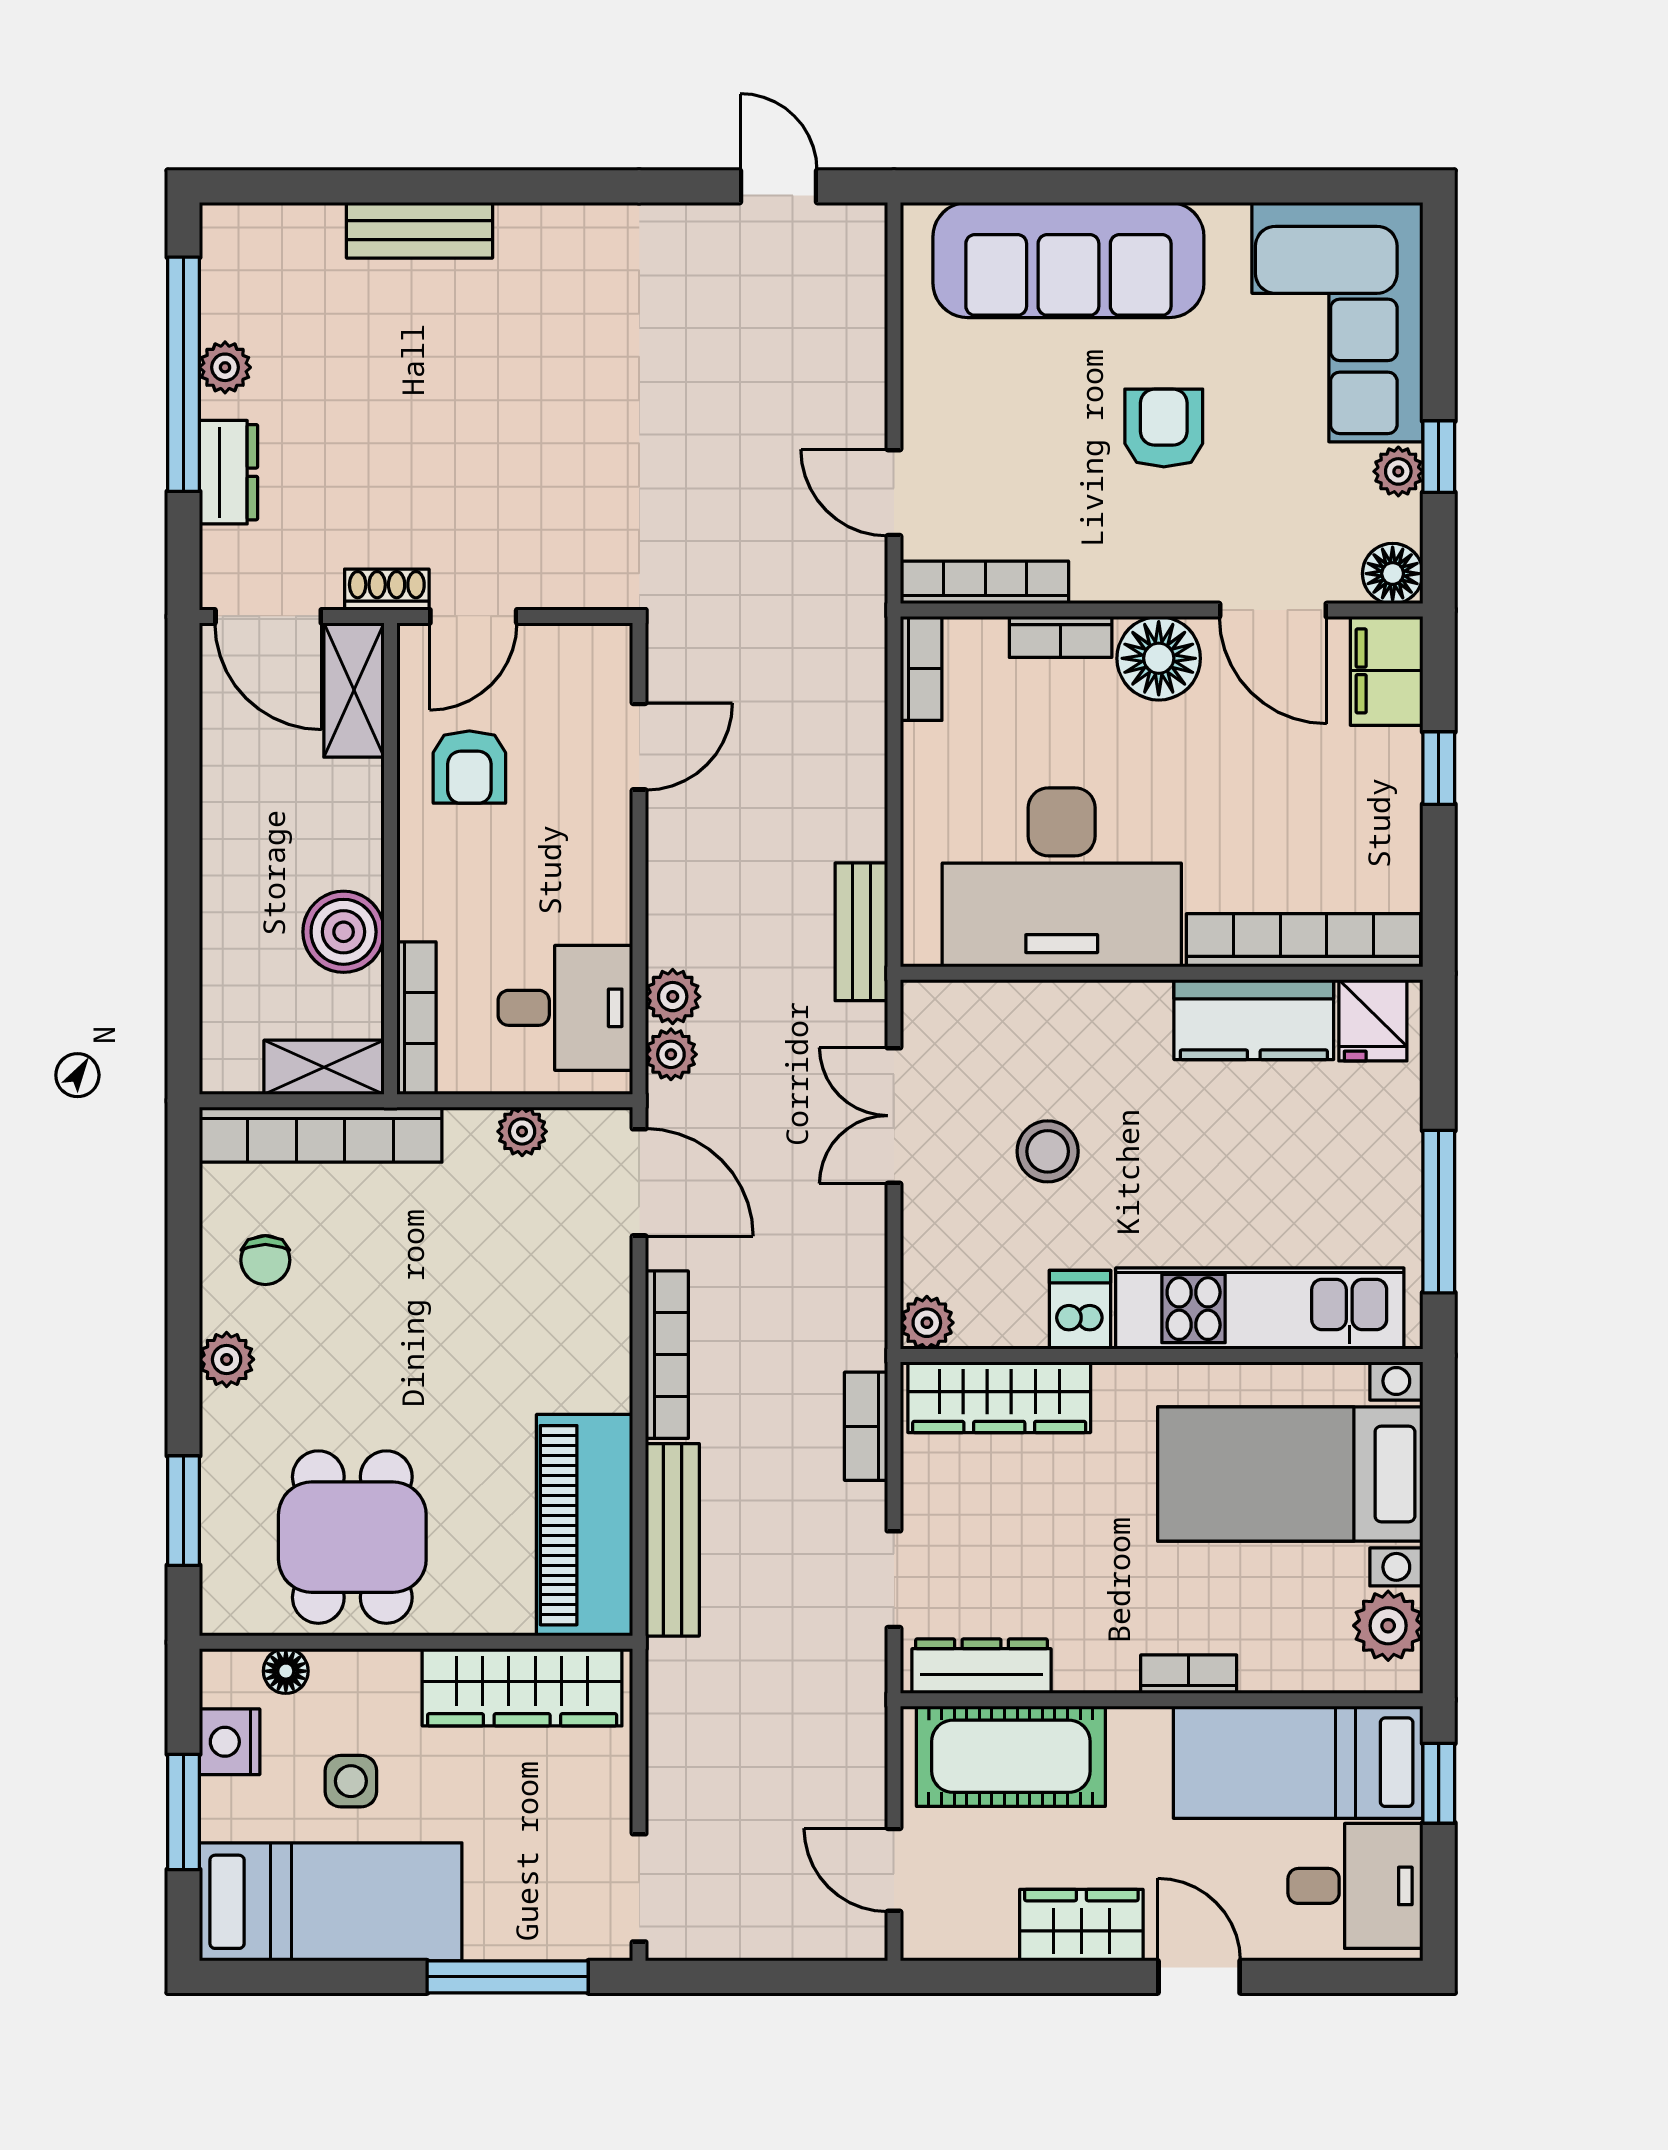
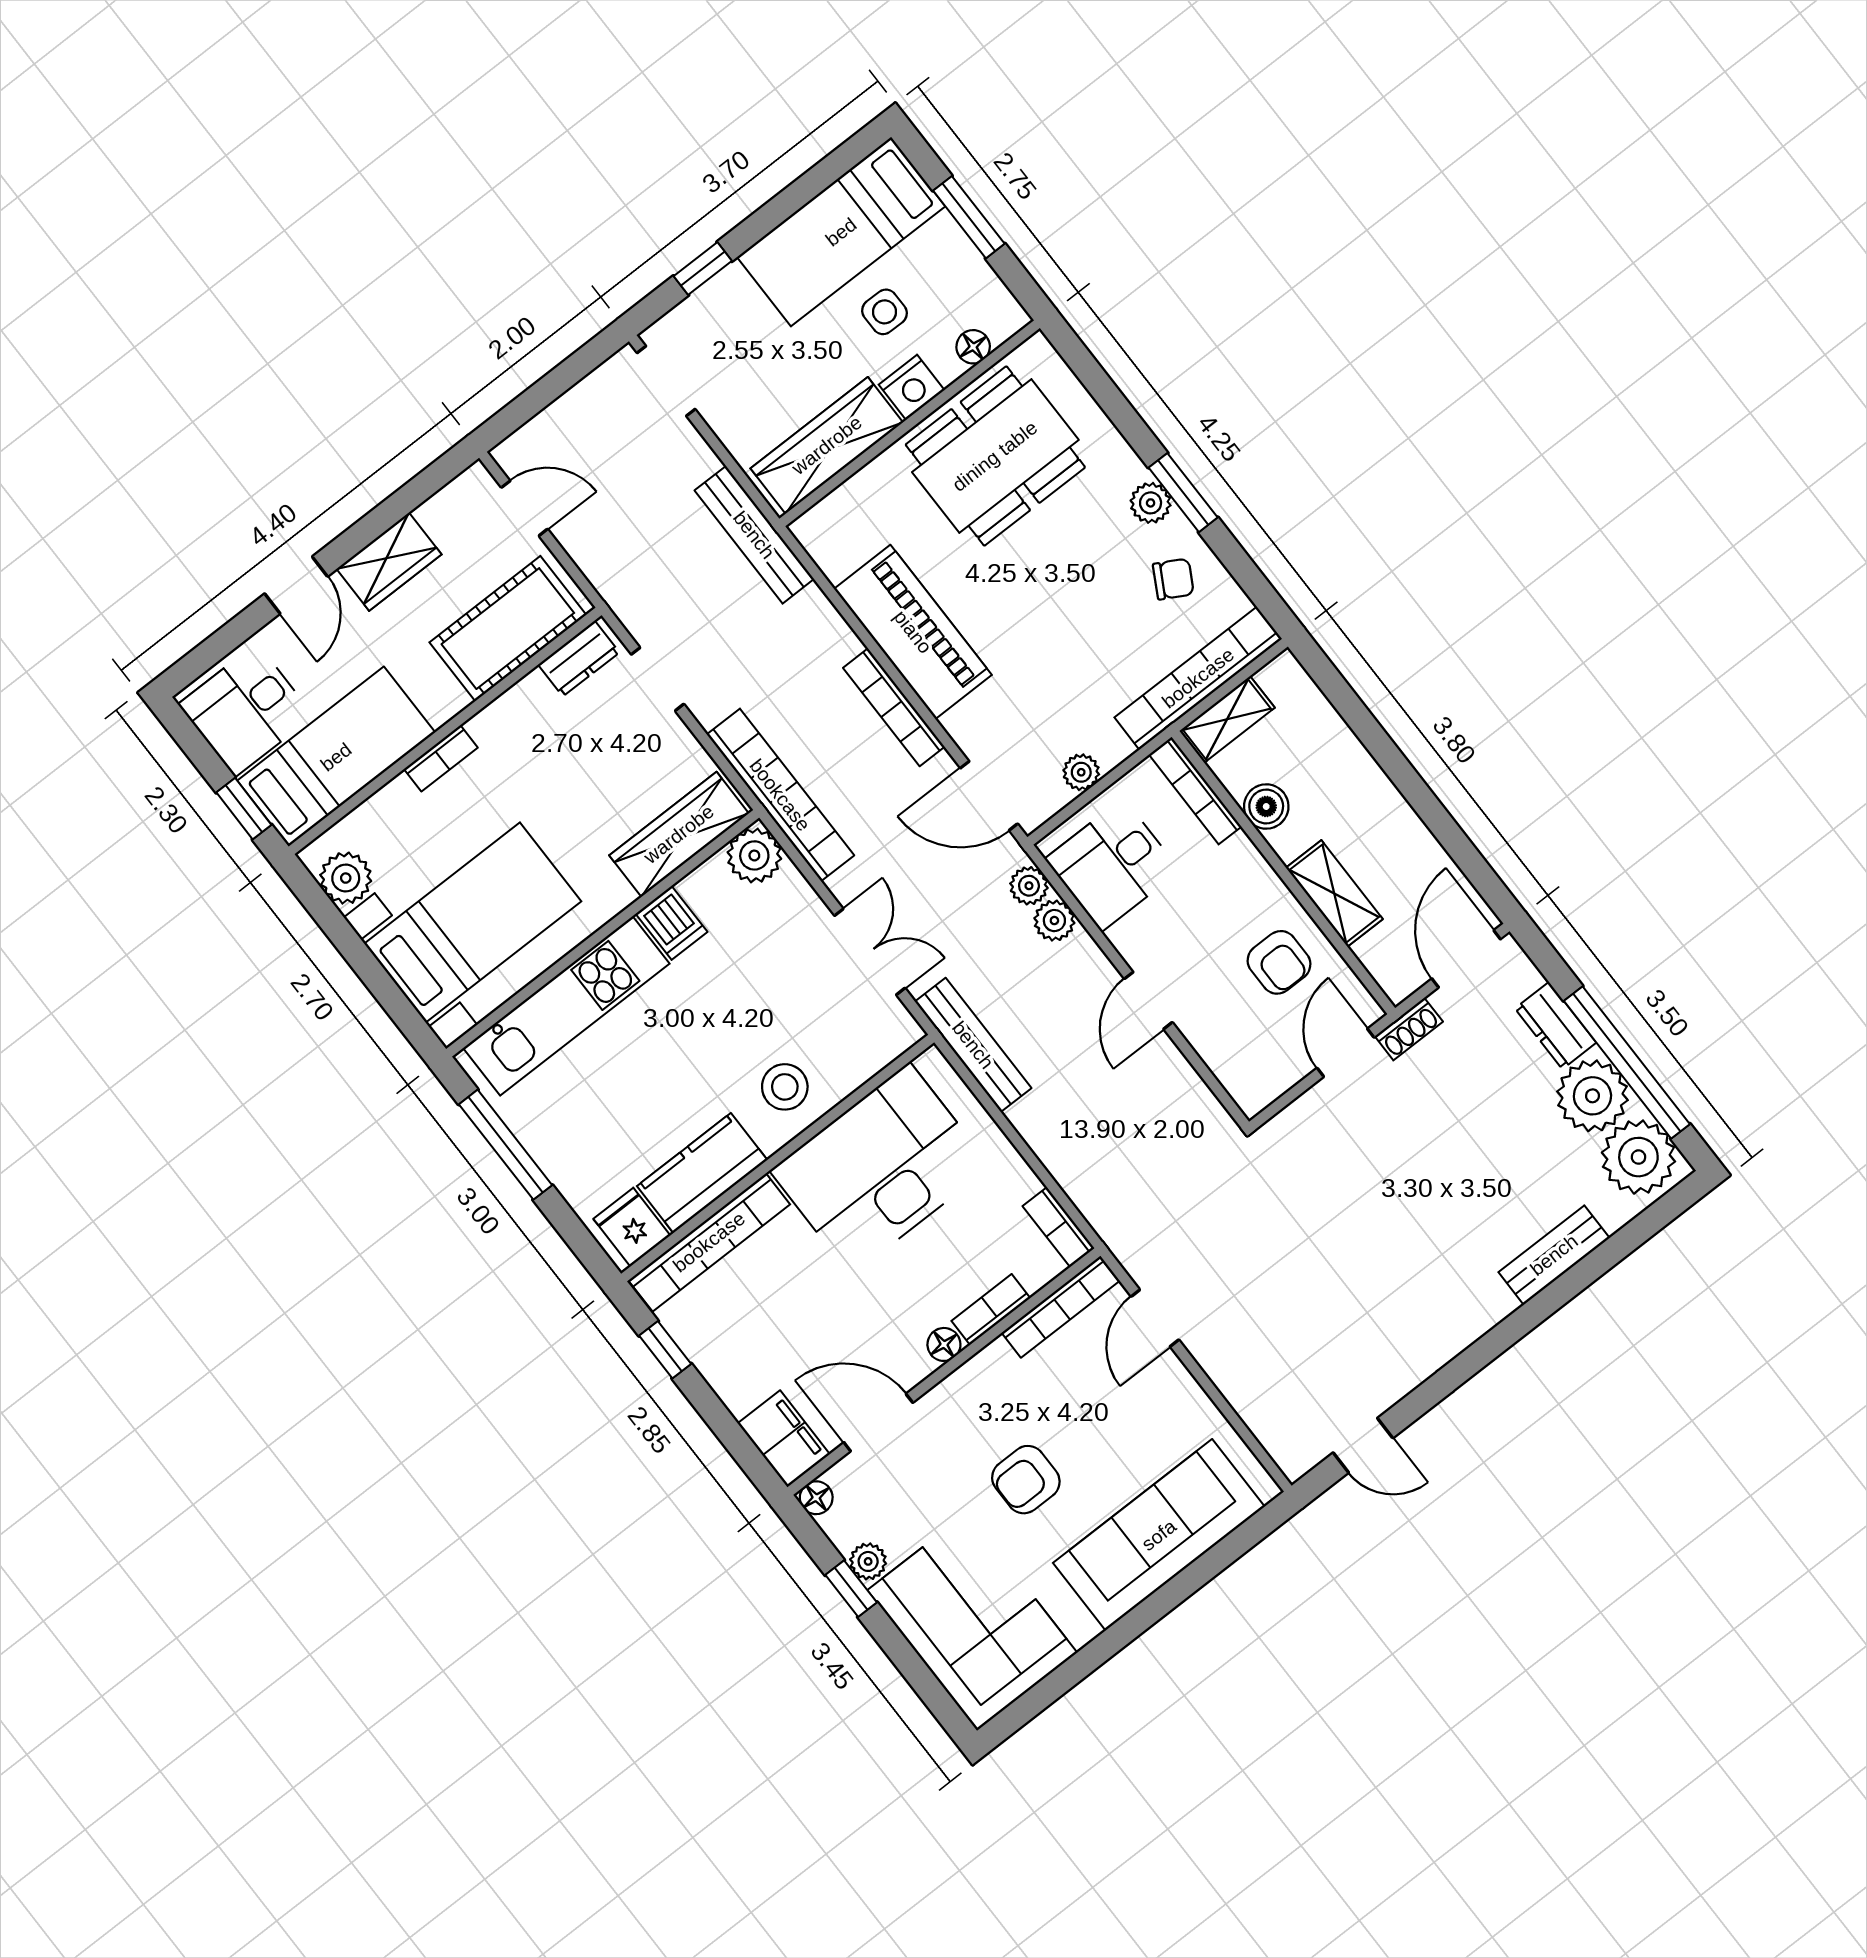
plant: (249, 265) -> (1638, 1157), added
plant: (225, 367) -> (1592, 1096), width x1.87, depth x1.87
armchair: (1164, 428) -> (1026, 1480), turned 90
door: (894, 493) -> (1155, 1318), swing flipped
floor lamp: (1393, 574) -> (816, 1498), width x0.73, depth x0.73
door: (268, 616) -> (1466, 959), hinge flipped
floor lamp: (1159, 658) -> (944, 1344), width x0.53, depth x0.53
shelving: (354, 690) -> (1334, 893), moved
door: (639, 747) -> (1148, 1001), moved
armchair: (469, 767) -> (1279, 962), turned 180
window: (1439, 768) -> (665, 1350), moved
boiler: (344, 932) -> (1266, 807), width x0.73, depth x0.73
bench: (861, 932) -> (973, 1045), width x1.36
stool: (1048, 1151) -> (785, 1087), moved
chair: (265, 1260) -> (1173, 579), turned 119
plant: (927, 1323) -> (754, 855), width x1.38, depth x1.38
bookcase: (866, 1426) -> (780, 795), width x2.31, depth x1.31
window: (184, 1511) -> (1183, 493), moved
piano: (585, 1525) -> (913, 632), moved
dining table: (352, 1537) -> (995, 456), width x1.38
bench: (672, 1540) -> (754, 535), moved
dresser: (982, 1666) -> (579, 658), width x0.70
nightstand: (230, 1742) -> (912, 387), moved, turned 90
window: (508, 1977) -> (703, 269), width x0.46
door: (1199, 1977) -> (296, 585), hinge flipped

